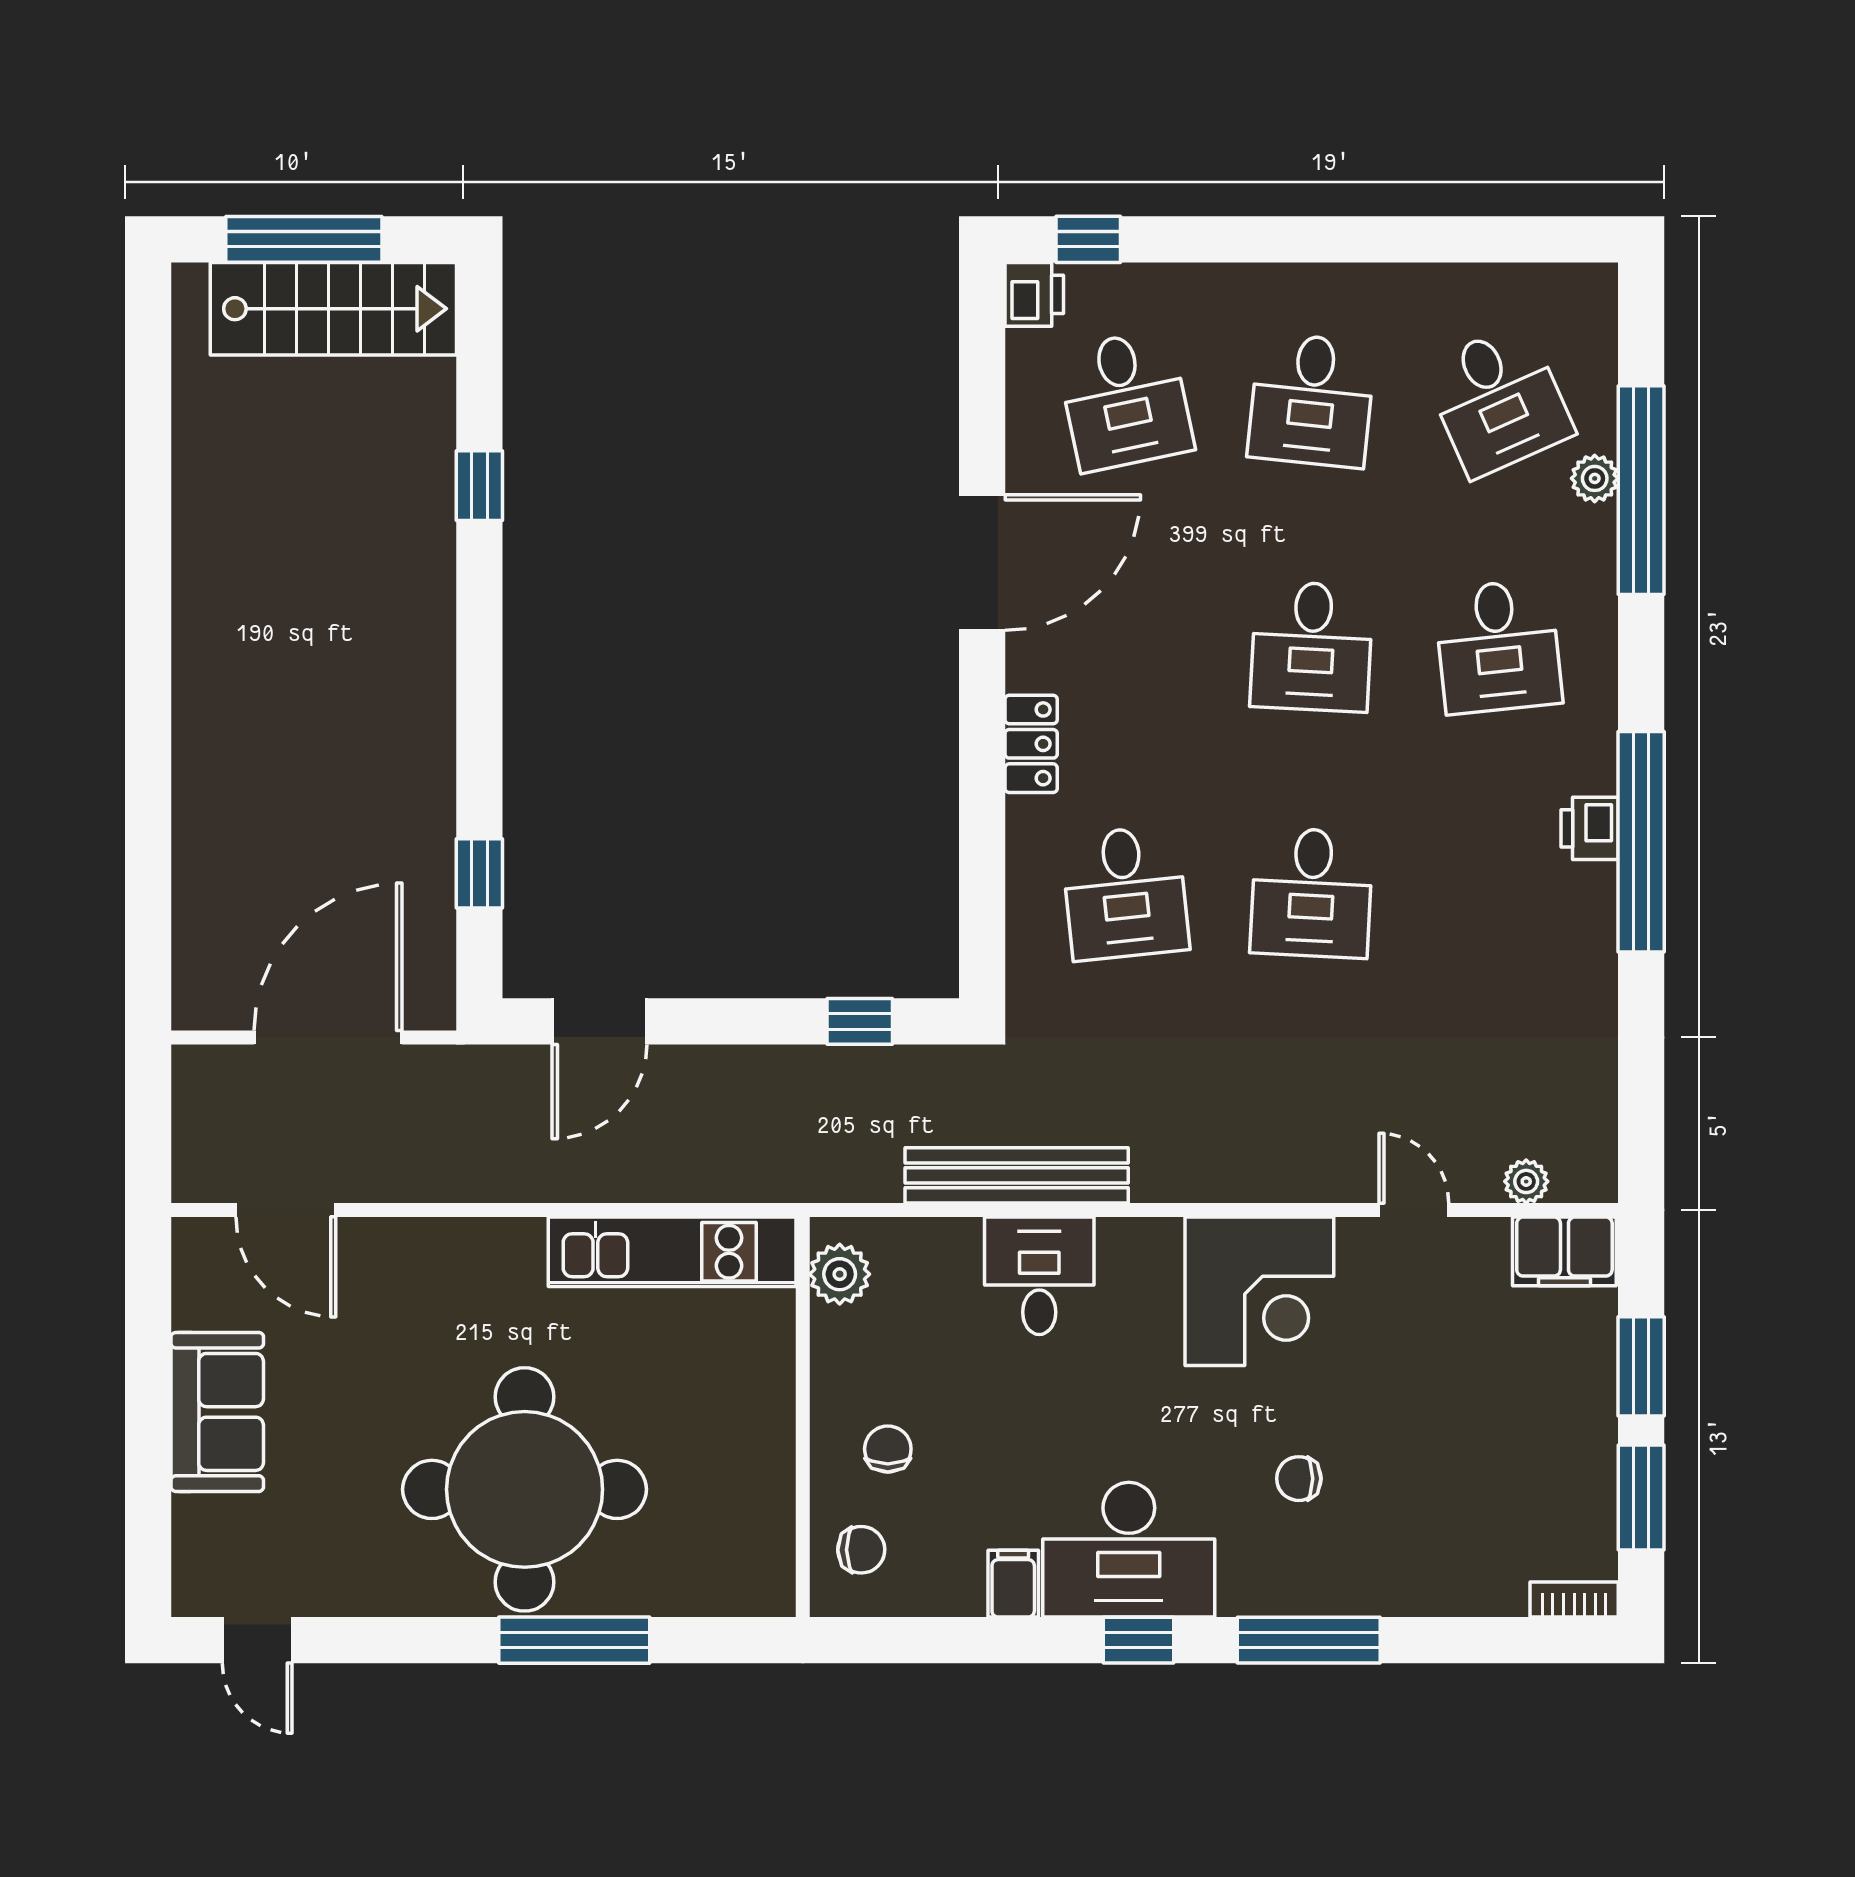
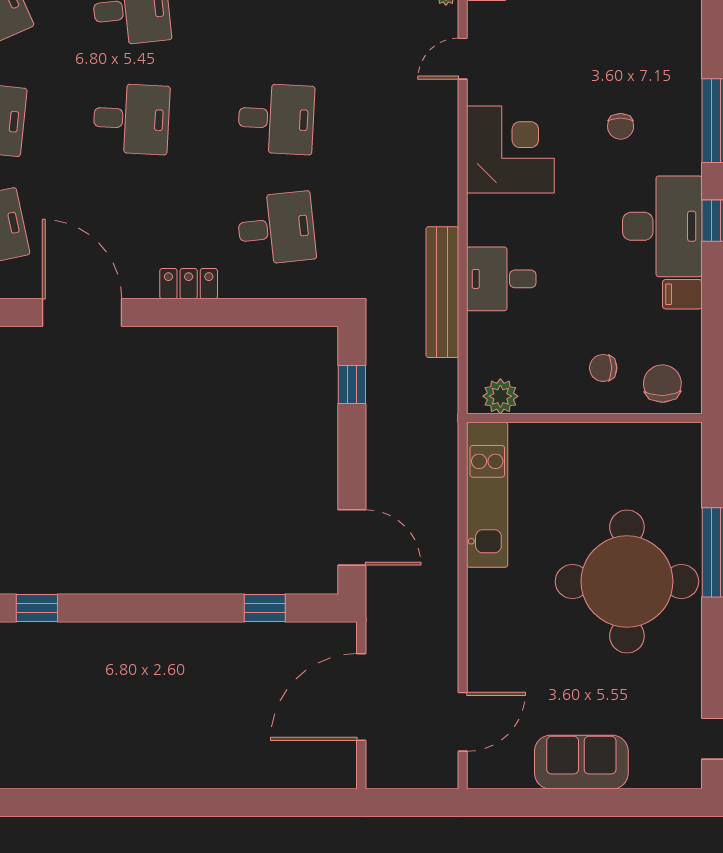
door: (328, 1037) -> (361, 697), hinge flipped
chair: (861, 1550) -> (662, 384), width x1.37, depth x1.37

